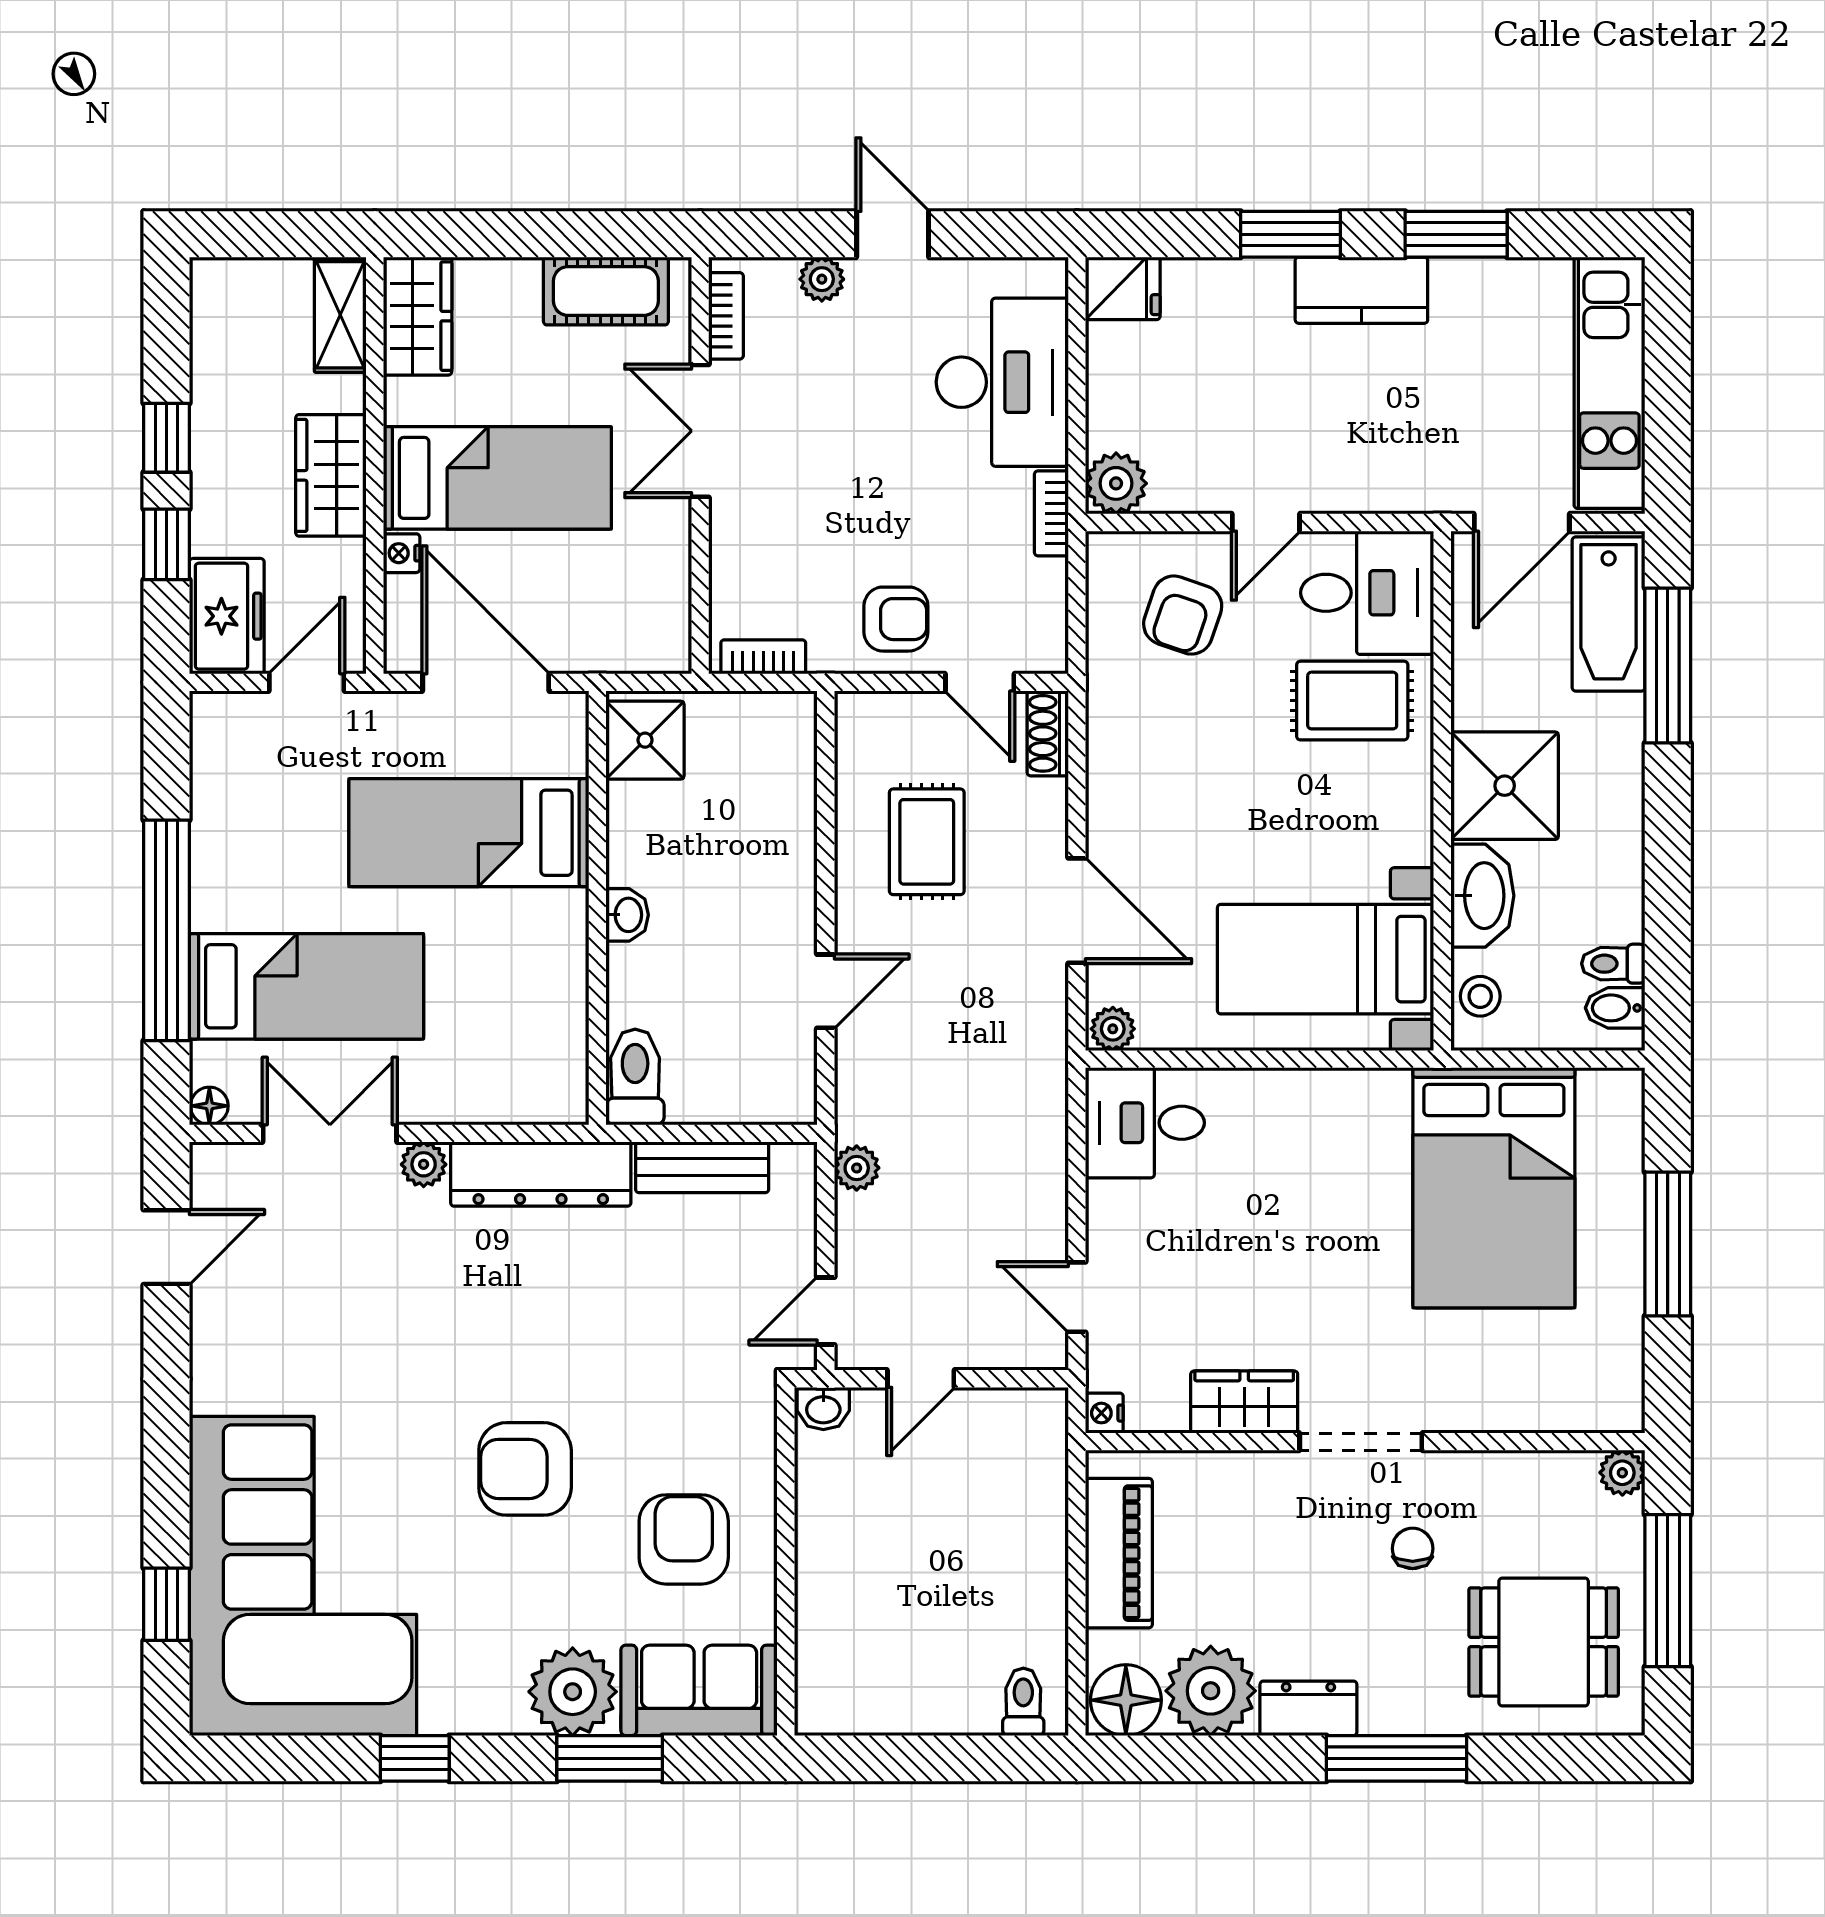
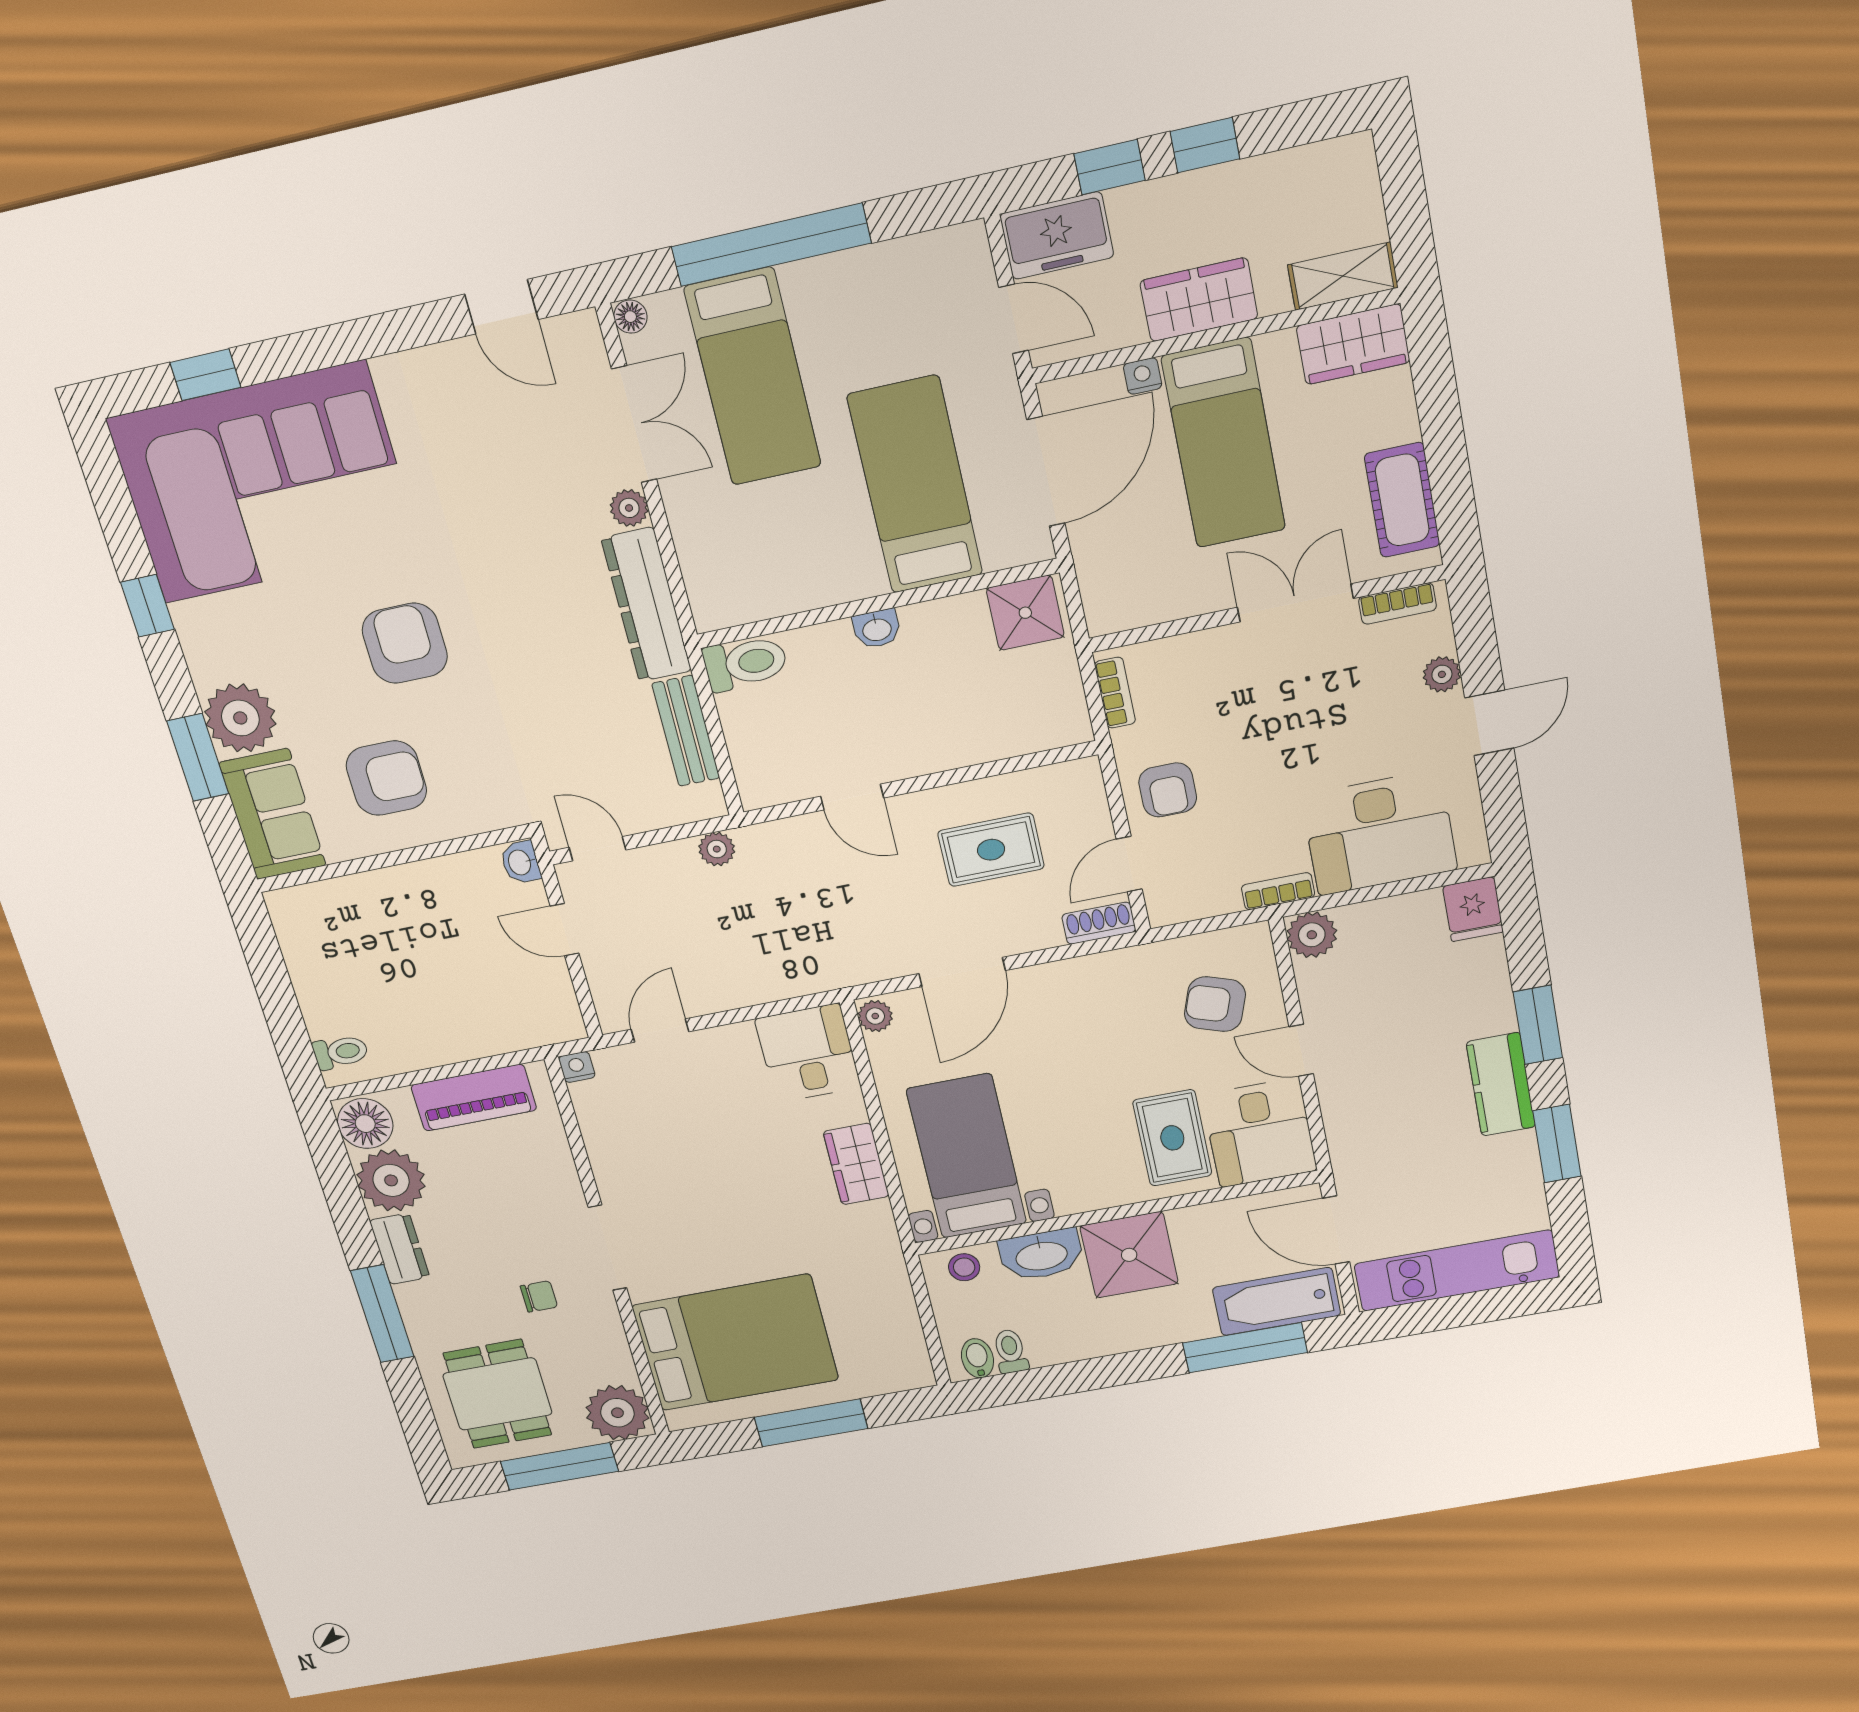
bed: (1494, 1188) -> (735, 1343), moved, turned 180
wardrobe: (1244, 1402) -> (856, 1164), moved, turned 180
plant: (1622, 1473) -> (617, 1413), width x1.88, depth x1.88

